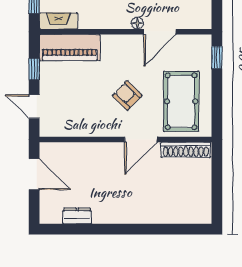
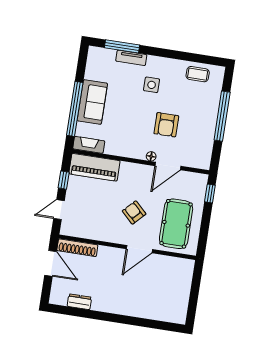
door: (34, 107) -> (59, 210), hinge flipped
shoe rack: (186, 150) -> (77, 248), moved

